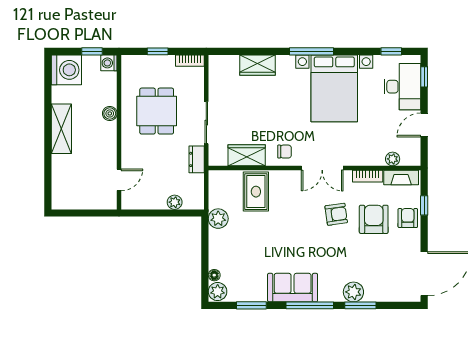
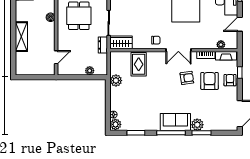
shelving: (61, 129) -> (21, 37), moved
wardrobe: (247, 155) -> (121, 42), moved
sofa: (293, 288) -> (175, 122), moved

